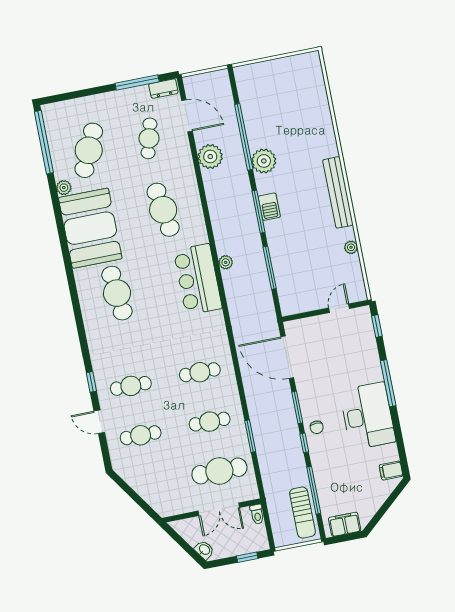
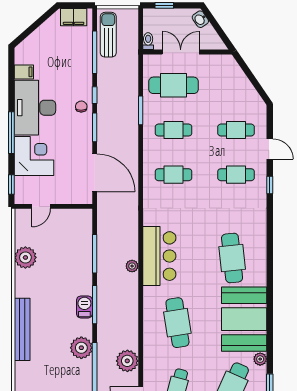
bench: (338, 192) -> (22, 329), moved
plant: (351, 247) -> (25, 257), width x1.88, depth x1.88
corner desk: (358, 362) -> (34, 156), added
filing cabinet: (391, 471) -> (24, 72), moved

